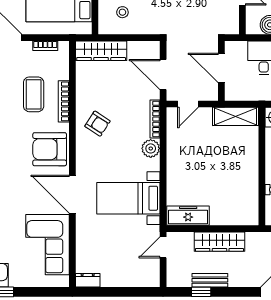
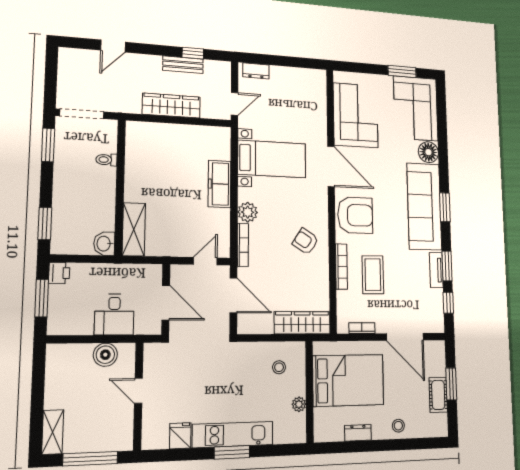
shelving: (235, 116) -> (134, 229), moved, turned 90
freezer: (188, 216) -> (220, 184), moved, turned 90
dresser: (88, 280) -> (256, 71), moved

